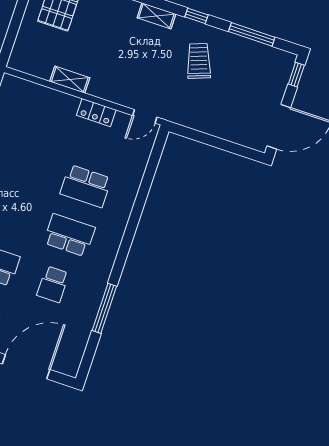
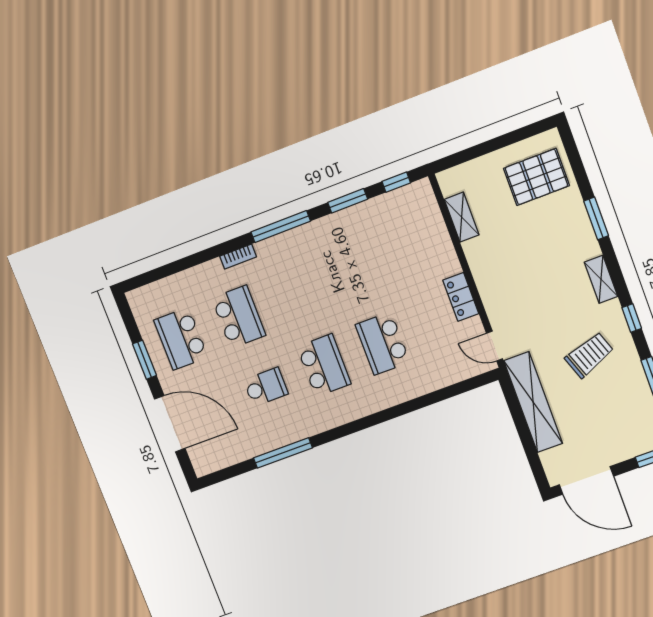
shelving: (70, 80) -> (462, 217), moved
shelving: (201, 120) -> (533, 402), added
school desk: (53, 284) -> (266, 387), turned 180

